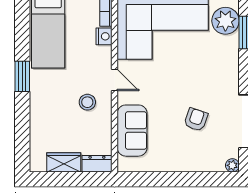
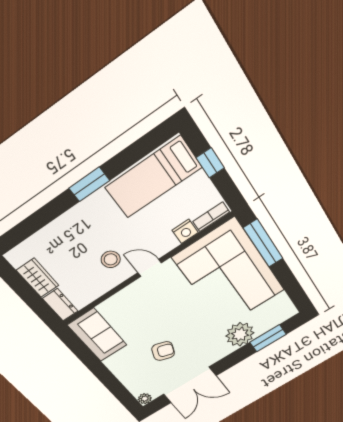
plant: (225, 21) -> (240, 334), moved
door: (115, 80) -> (150, 268), swing flipped
sofa: (132, 131) -> (97, 335), moved, turned -90

